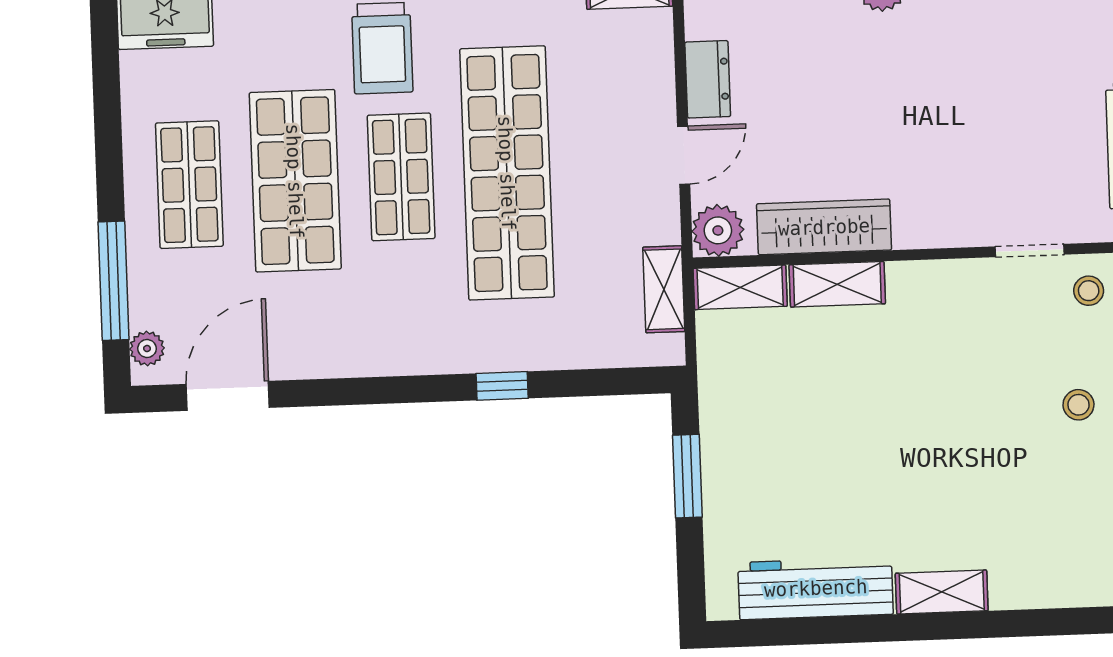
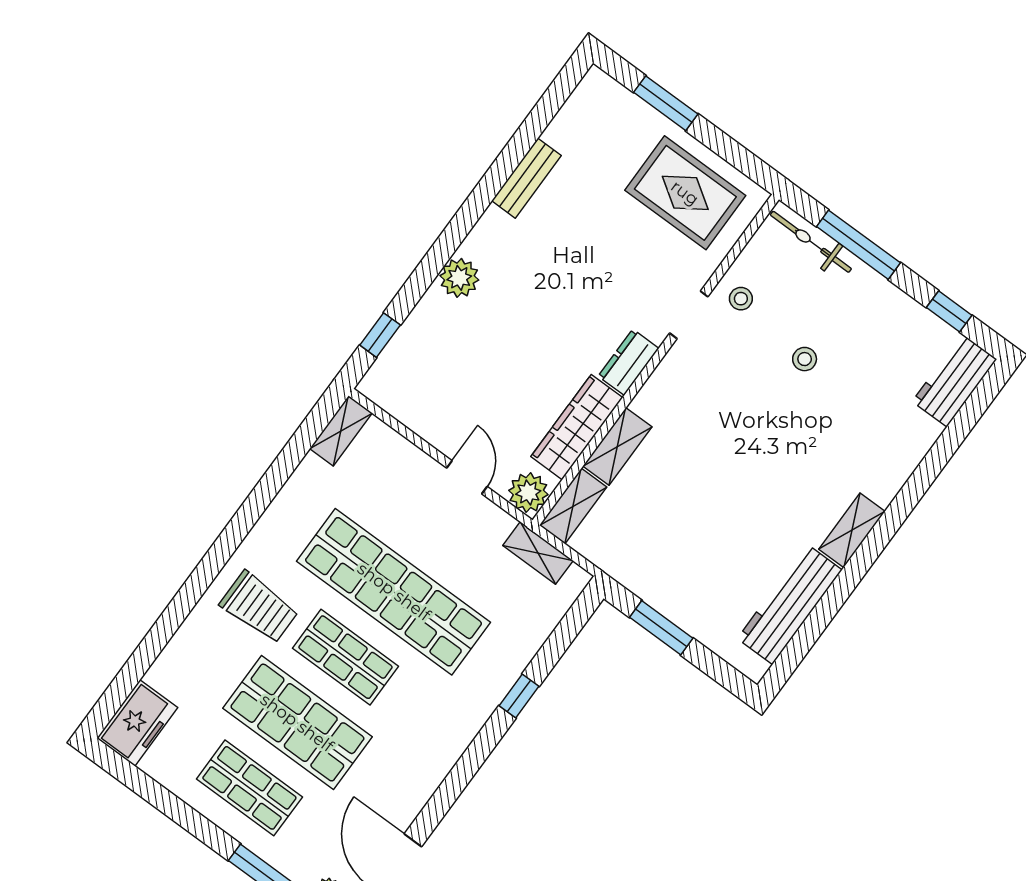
dresser: (708, 79) -> (628, 362), moved, turned -90

